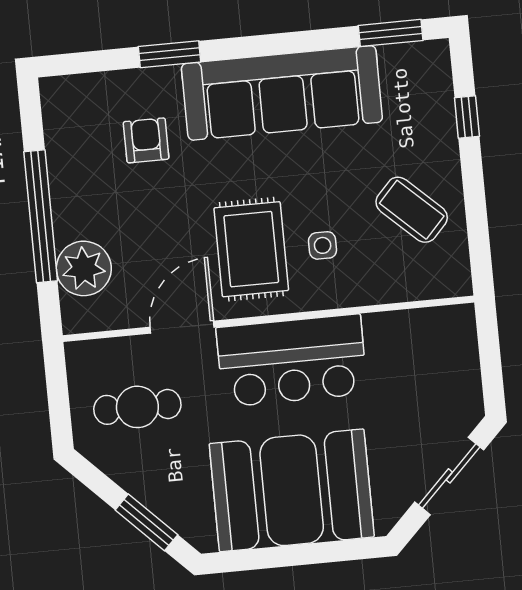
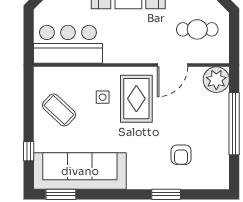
sofa: (282, 93) -> (80, 171), moved
plant: (84, 268) -> (216, 80), moved
bar counter: (292, 361) -> (68, 44), moved

